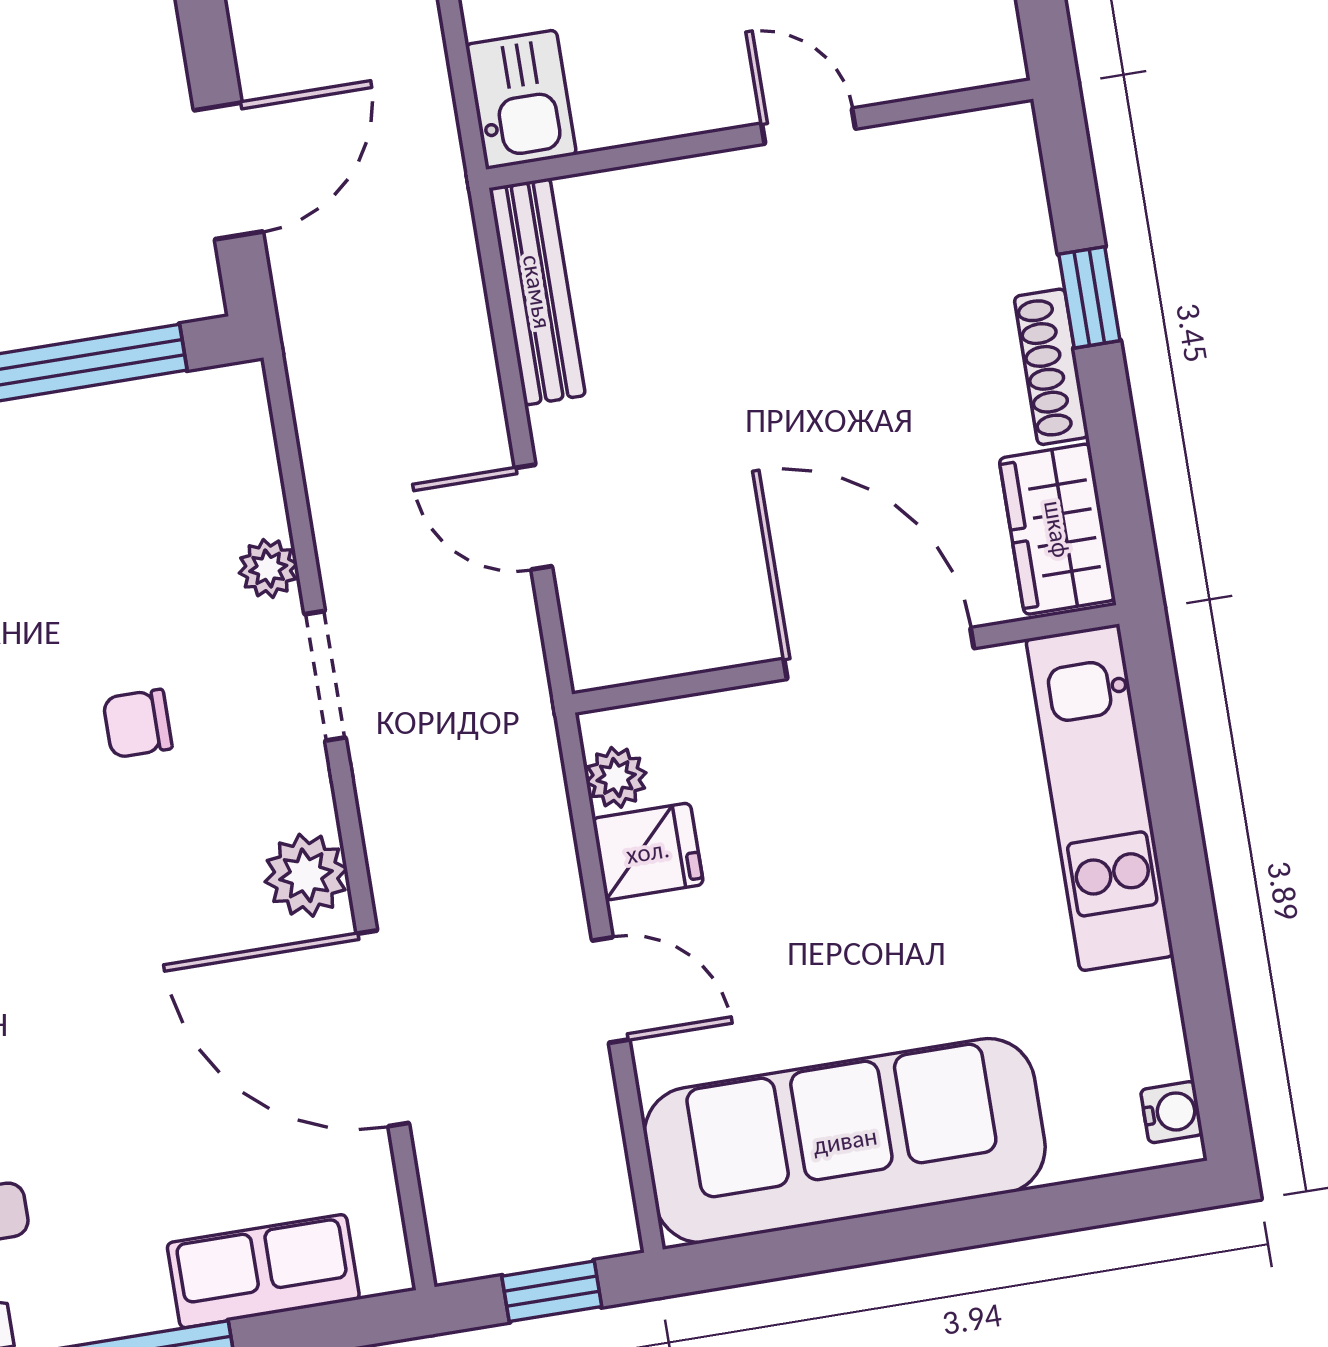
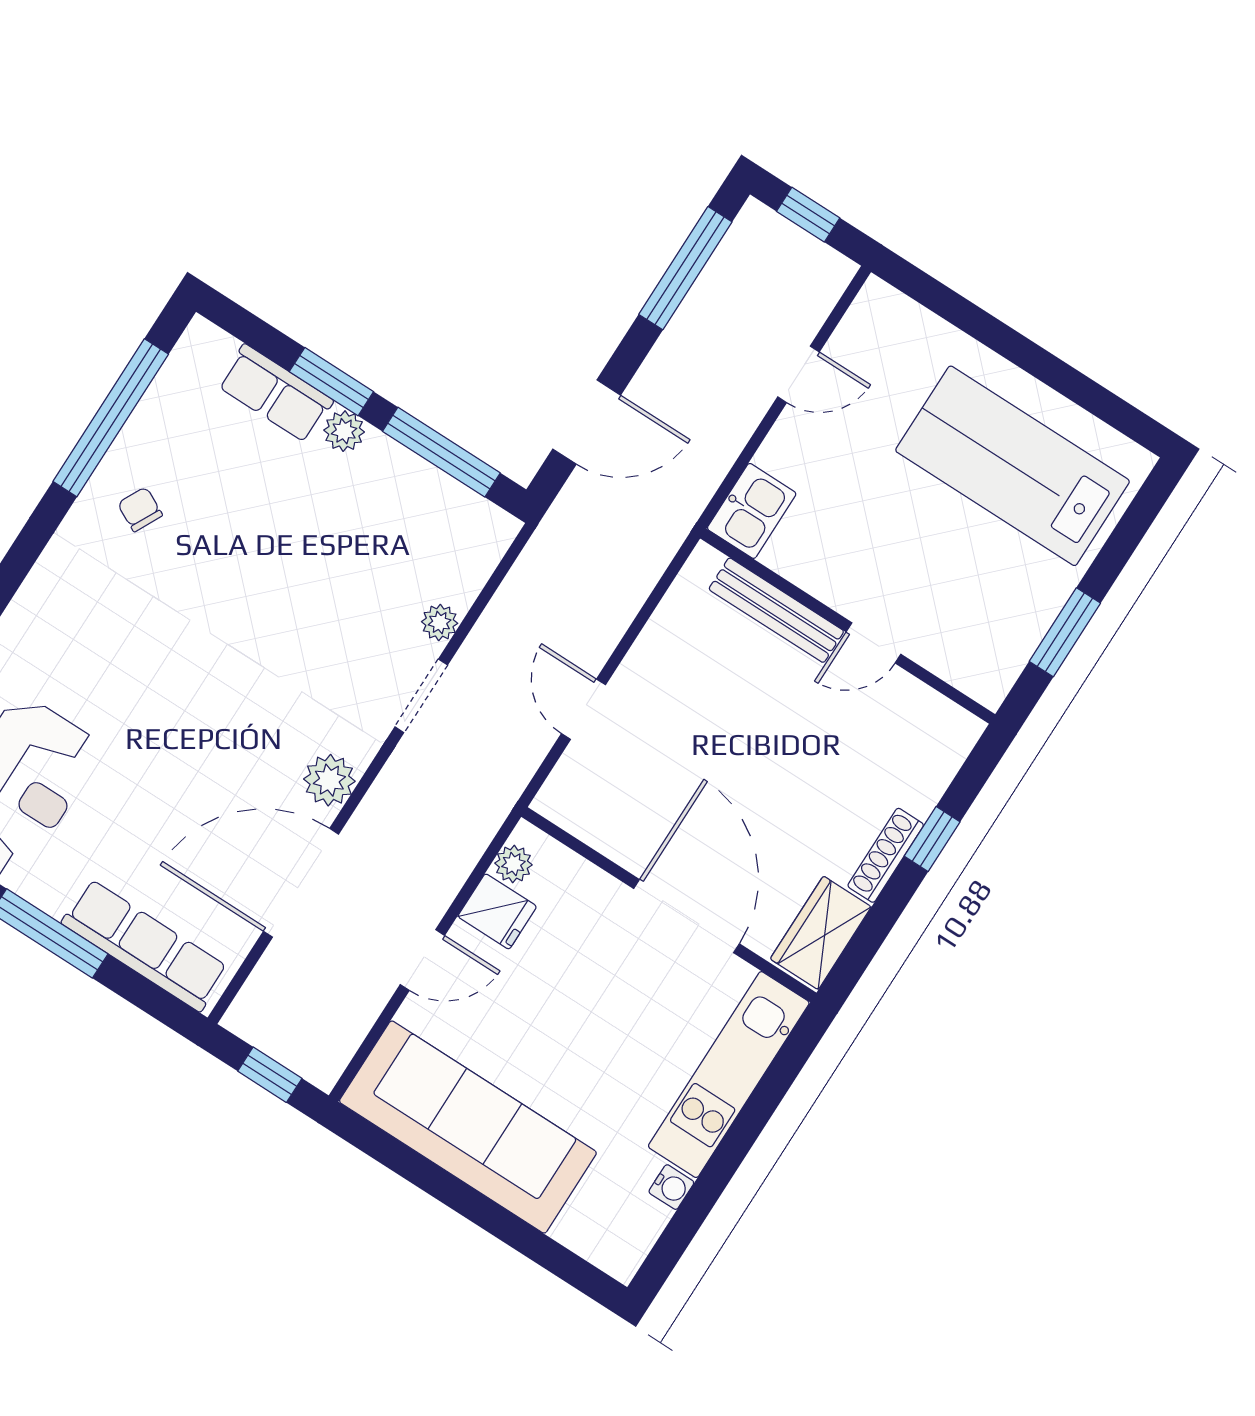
door: (808, 126) -> (874, 643), swing flipped
bench: (537, 292) -> (776, 610), moved, turned 90
chair: (138, 724) -> (315, 640), removed
door: (611, 990) -> (422, 960), hinge flipped
door: (383, 1028) -> (301, 883), hinge flipped
water cooler: (1172, 1112) -> (671, 1187), moved
row of seats: (263, 1271) -> (145, 945), width x1.48

